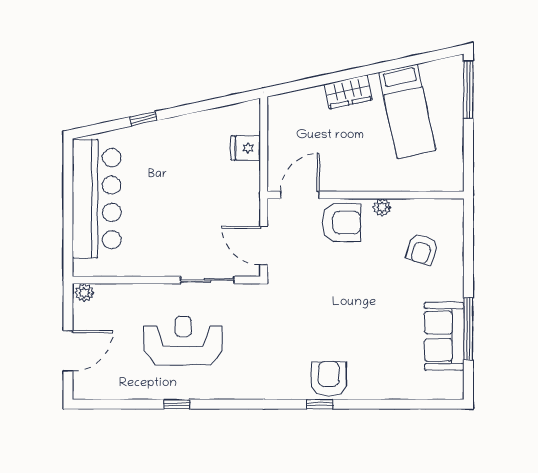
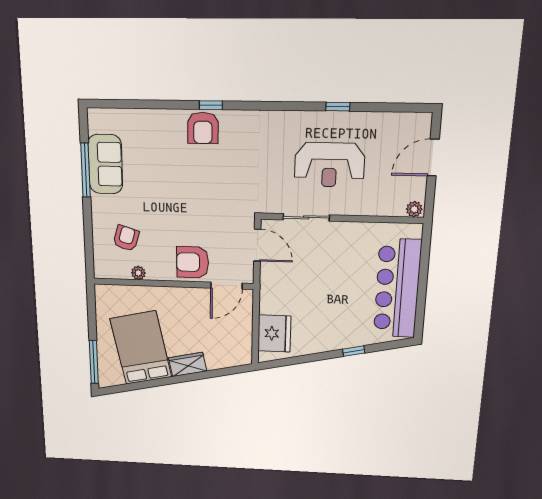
bed: (407, 111) -> (141, 348), width x1.50
fridge: (246, 148) -> (274, 333), width x1.88, depth x1.34
plant: (382, 207) -> (138, 273), moved

